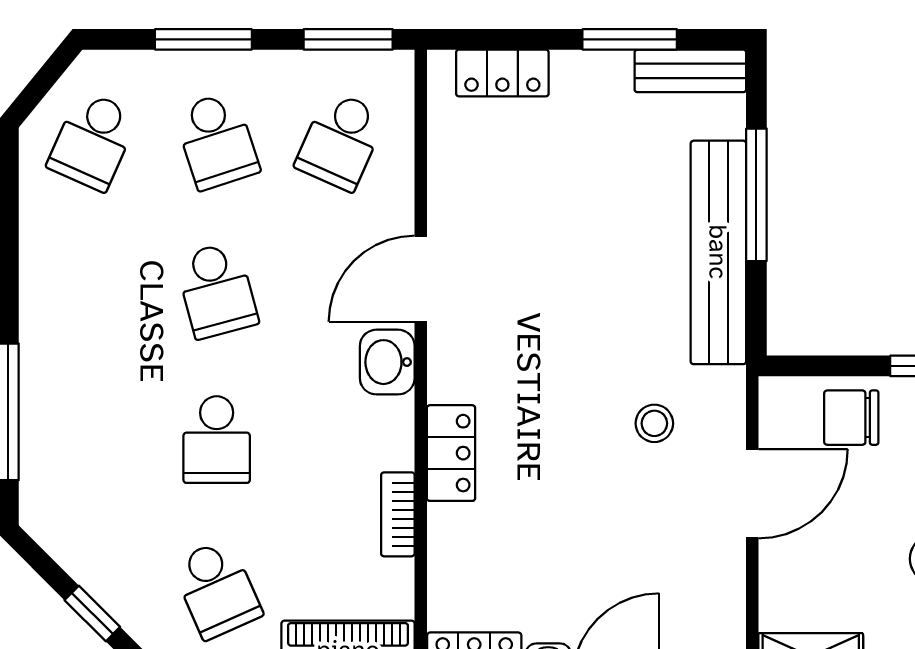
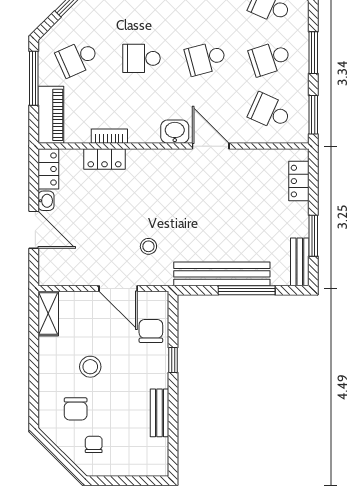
locker: (451, 453) -> (104, 159), moved

